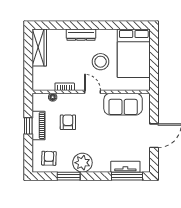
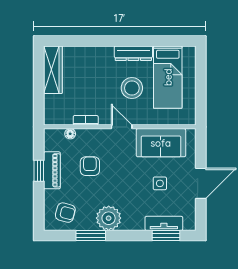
dresser: (81, 35) -> (133, 53), moved
bed: (134, 53) -> (168, 77), width x0.67
side table: (122, 136) -> (160, 183), added
armchair: (49, 158) -> (65, 213), turned 103
window: (127, 176) -> (166, 235), width x0.69

